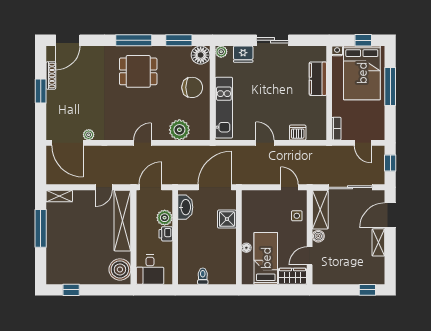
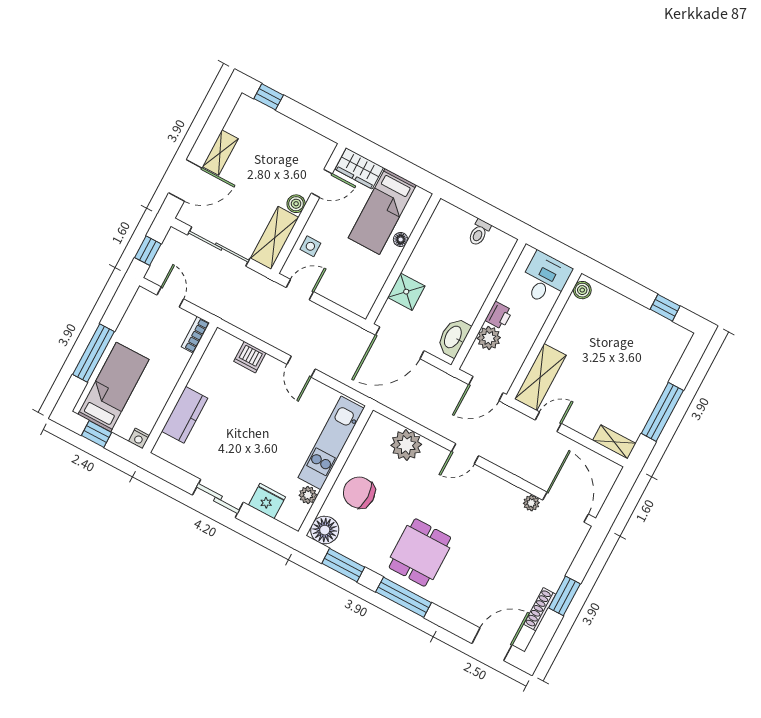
plant: (221, 52) -> (308, 495), moved
dining table: (138, 71) -> (420, 553), turned 90
bed: (362, 73) -> (113, 387), width x0.67
door: (289, 187) -> (300, 290), swing flipped
shelving: (122, 221) -> (540, 377), width x0.68
boiler: (120, 269) -> (582, 290), width x0.54, depth x0.54

